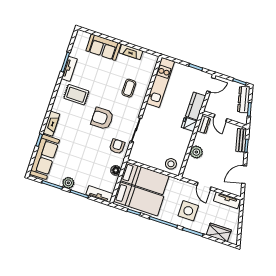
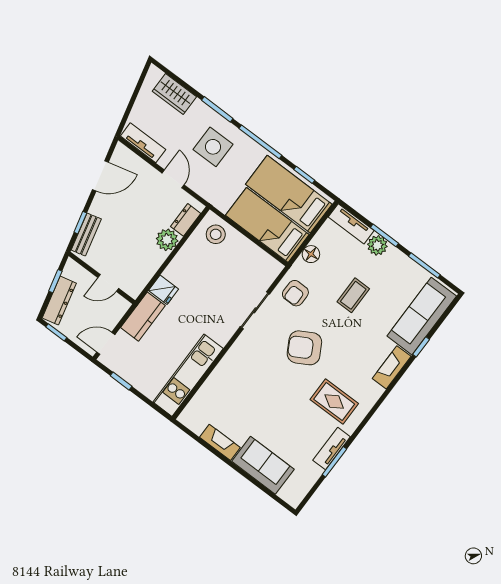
coffee table: (129, 88) -> (353, 295), moved
armchair: (102, 118) -> (304, 348), turned 151
door: (220, 118) -> (108, 283), swing flipped
dresser: (204, 125) -> (186, 220), moved
plant: (68, 183) -> (377, 245), moved

